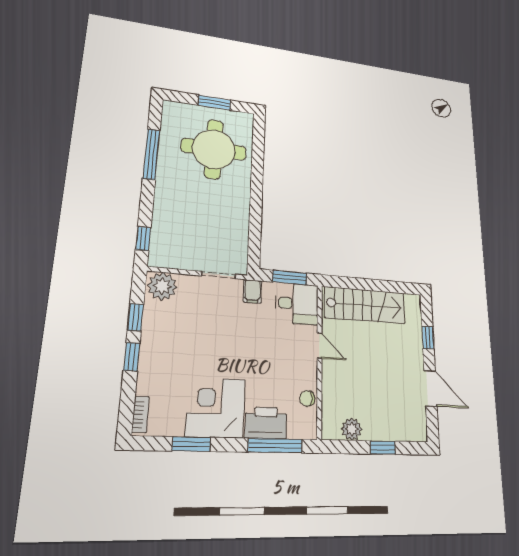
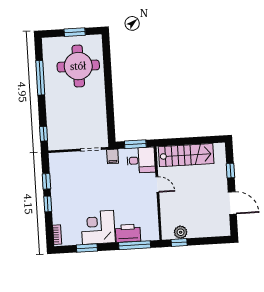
plant: (162, 286) -> (59, 161), removed
chair: (307, 398) -> (152, 217), removed
window: (383, 448) -> (179, 243), moved

